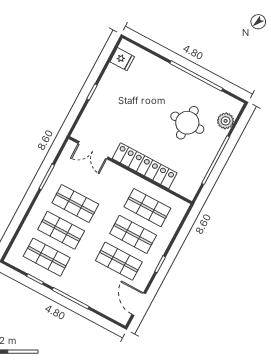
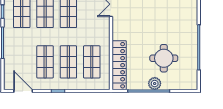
plant: (226, 121) -> (155, 84), moved
locker: (145, 166) -> (119, 65), moved
door: (139, 304) -> (23, 91), hinge flipped

